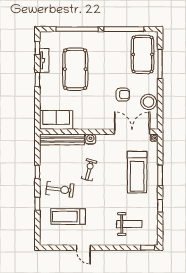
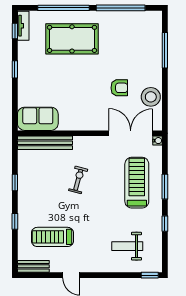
pool table: (143, 54) -> (143, 39), removed
tv unit: (44, 60) -> (23, 26), moved
pool table: (75, 69) -> (72, 39), moved, turned 90
water cooler: (90, 139) -> (80, 142), removed
treadmill: (137, 172) -> (137, 183), turned 180
exercise bike: (60, 189) -> (42, 204), removed
weight bench: (129, 224) -> (127, 246), turned 180
bench: (53, 241) -> (33, 266), added

